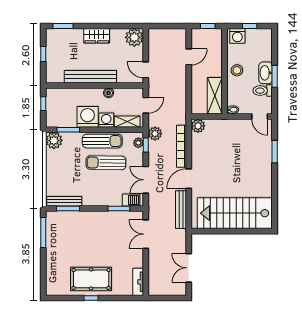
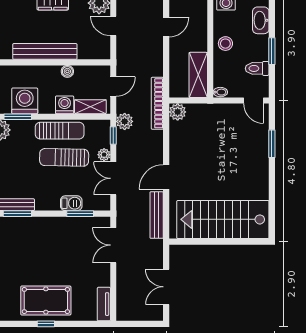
door: (146, 70) -> (113, 26), moved
washbasin: (266, 73) -> (261, 20), moved
washing machine: (88, 117) -> (25, 101), moved
plant: (138, 143) -> (104, 155), moved
bookcase: (182, 146) -> (157, 103), moved
barbecue: (131, 200) -> (71, 203), moved

